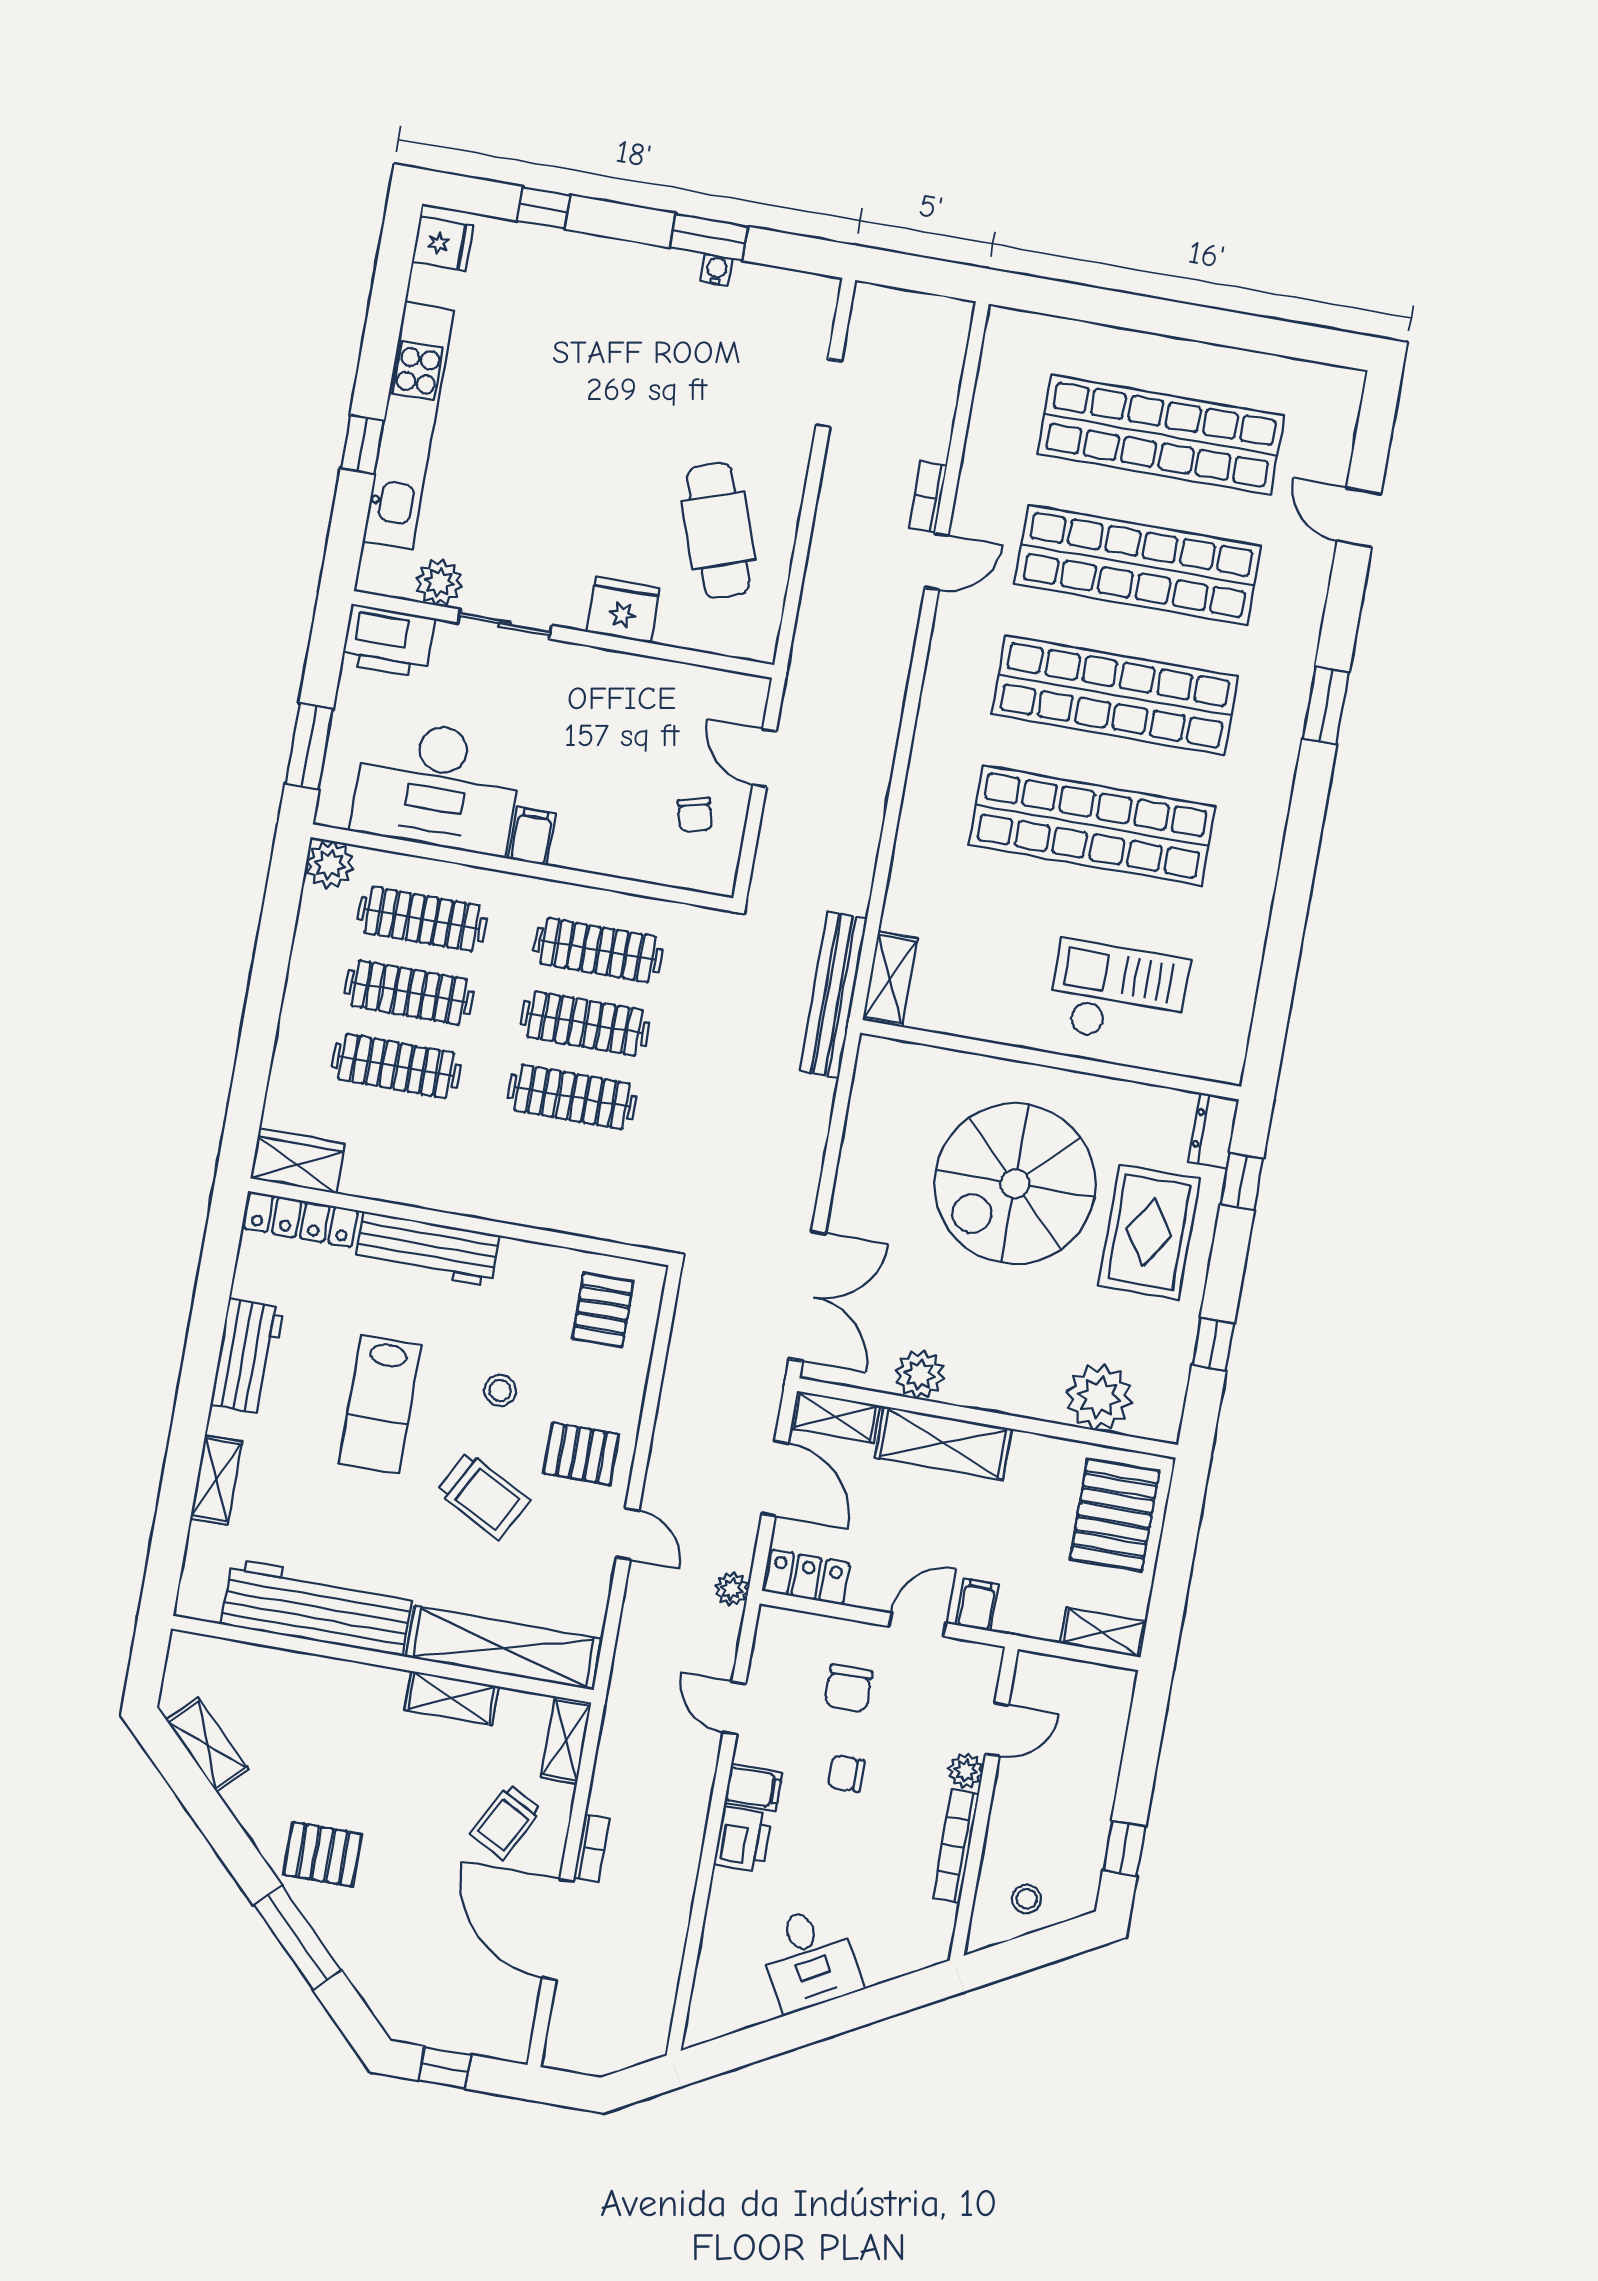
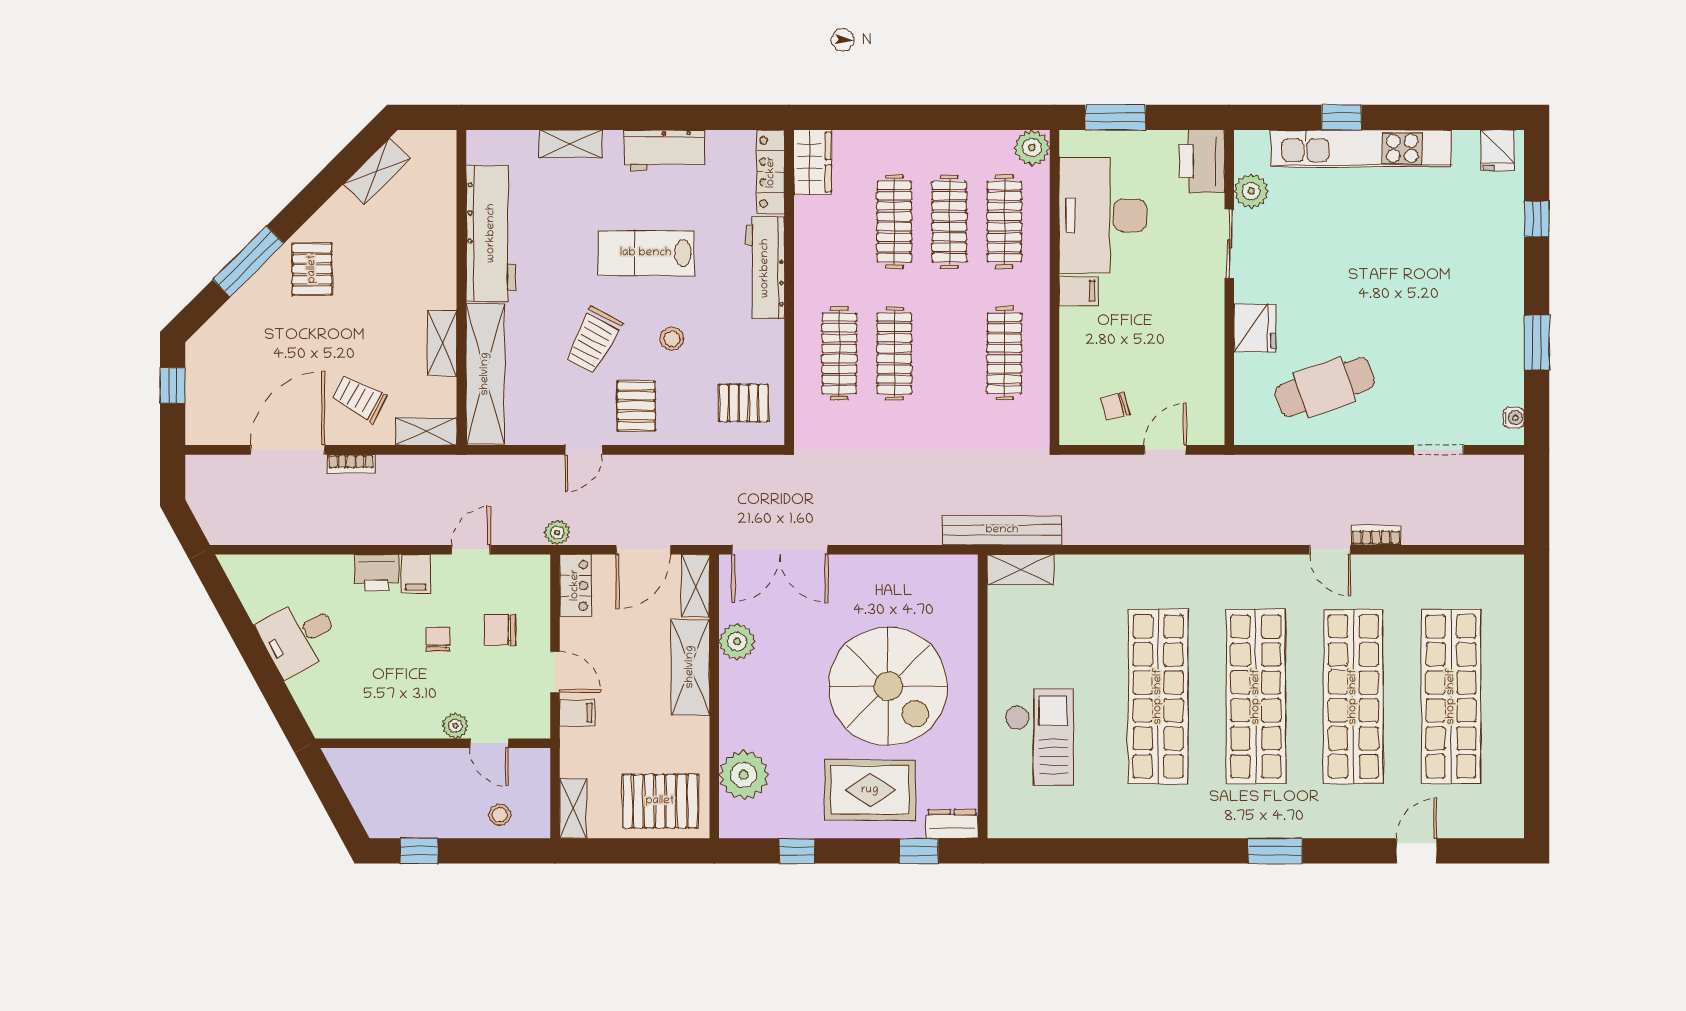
water cooler: (717, 270) -> (1514, 418), moved
clothes rail: (585, 1024) -> (839, 353), moved
spiral stairs: (1015, 1184) -> (888, 686), turned 180
bookcase: (956, 1846) -> (399, 728), removed
stool: (1027, 1899) -> (500, 815), moved

